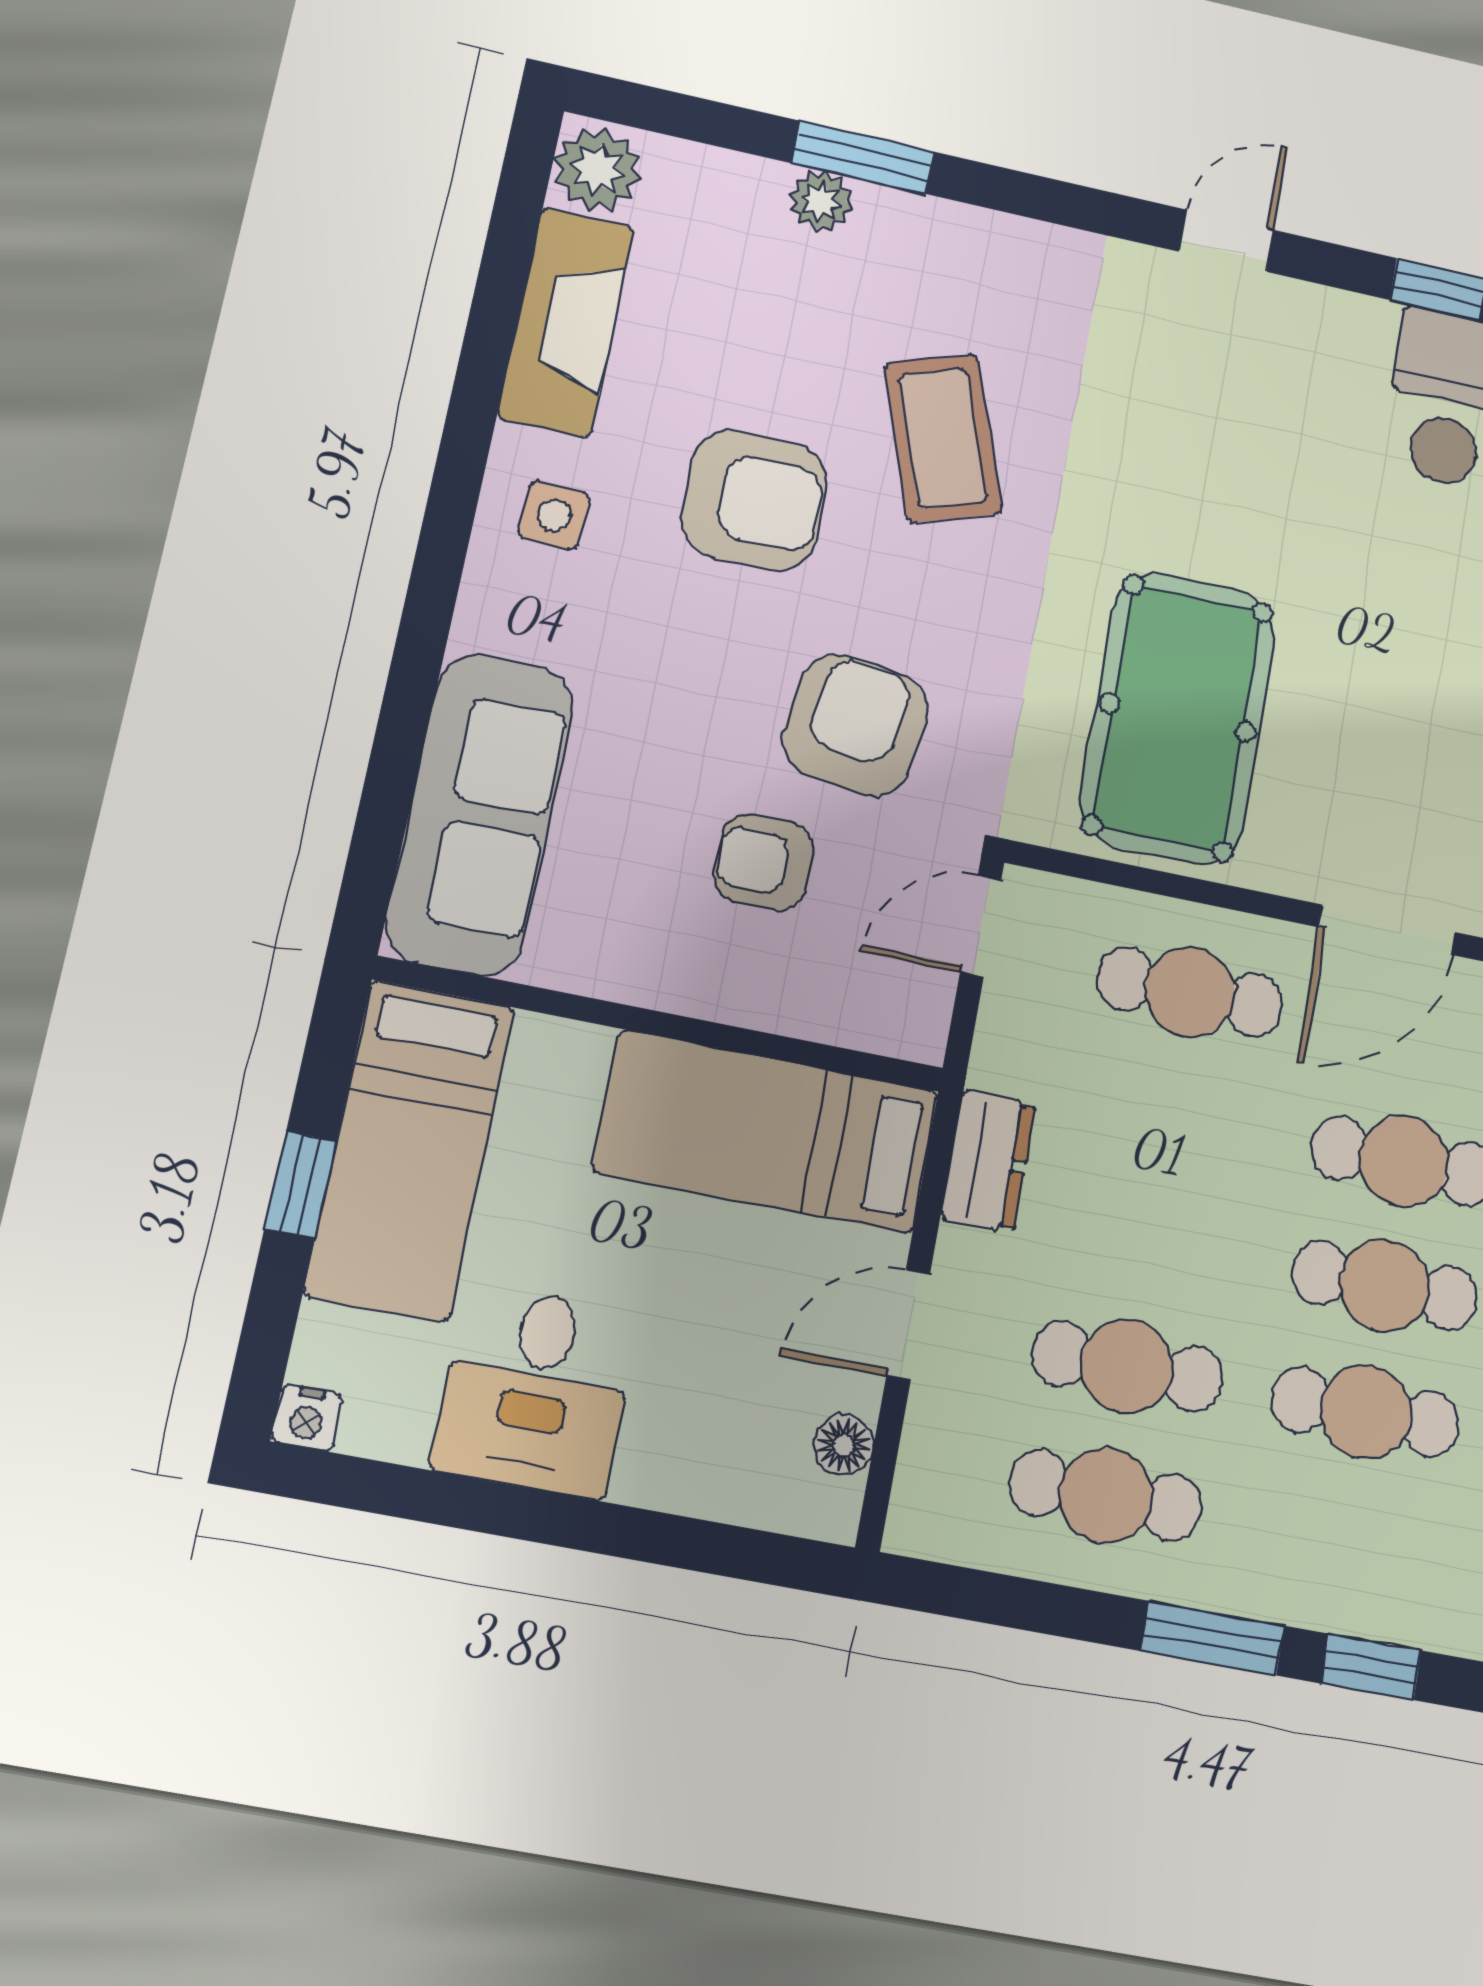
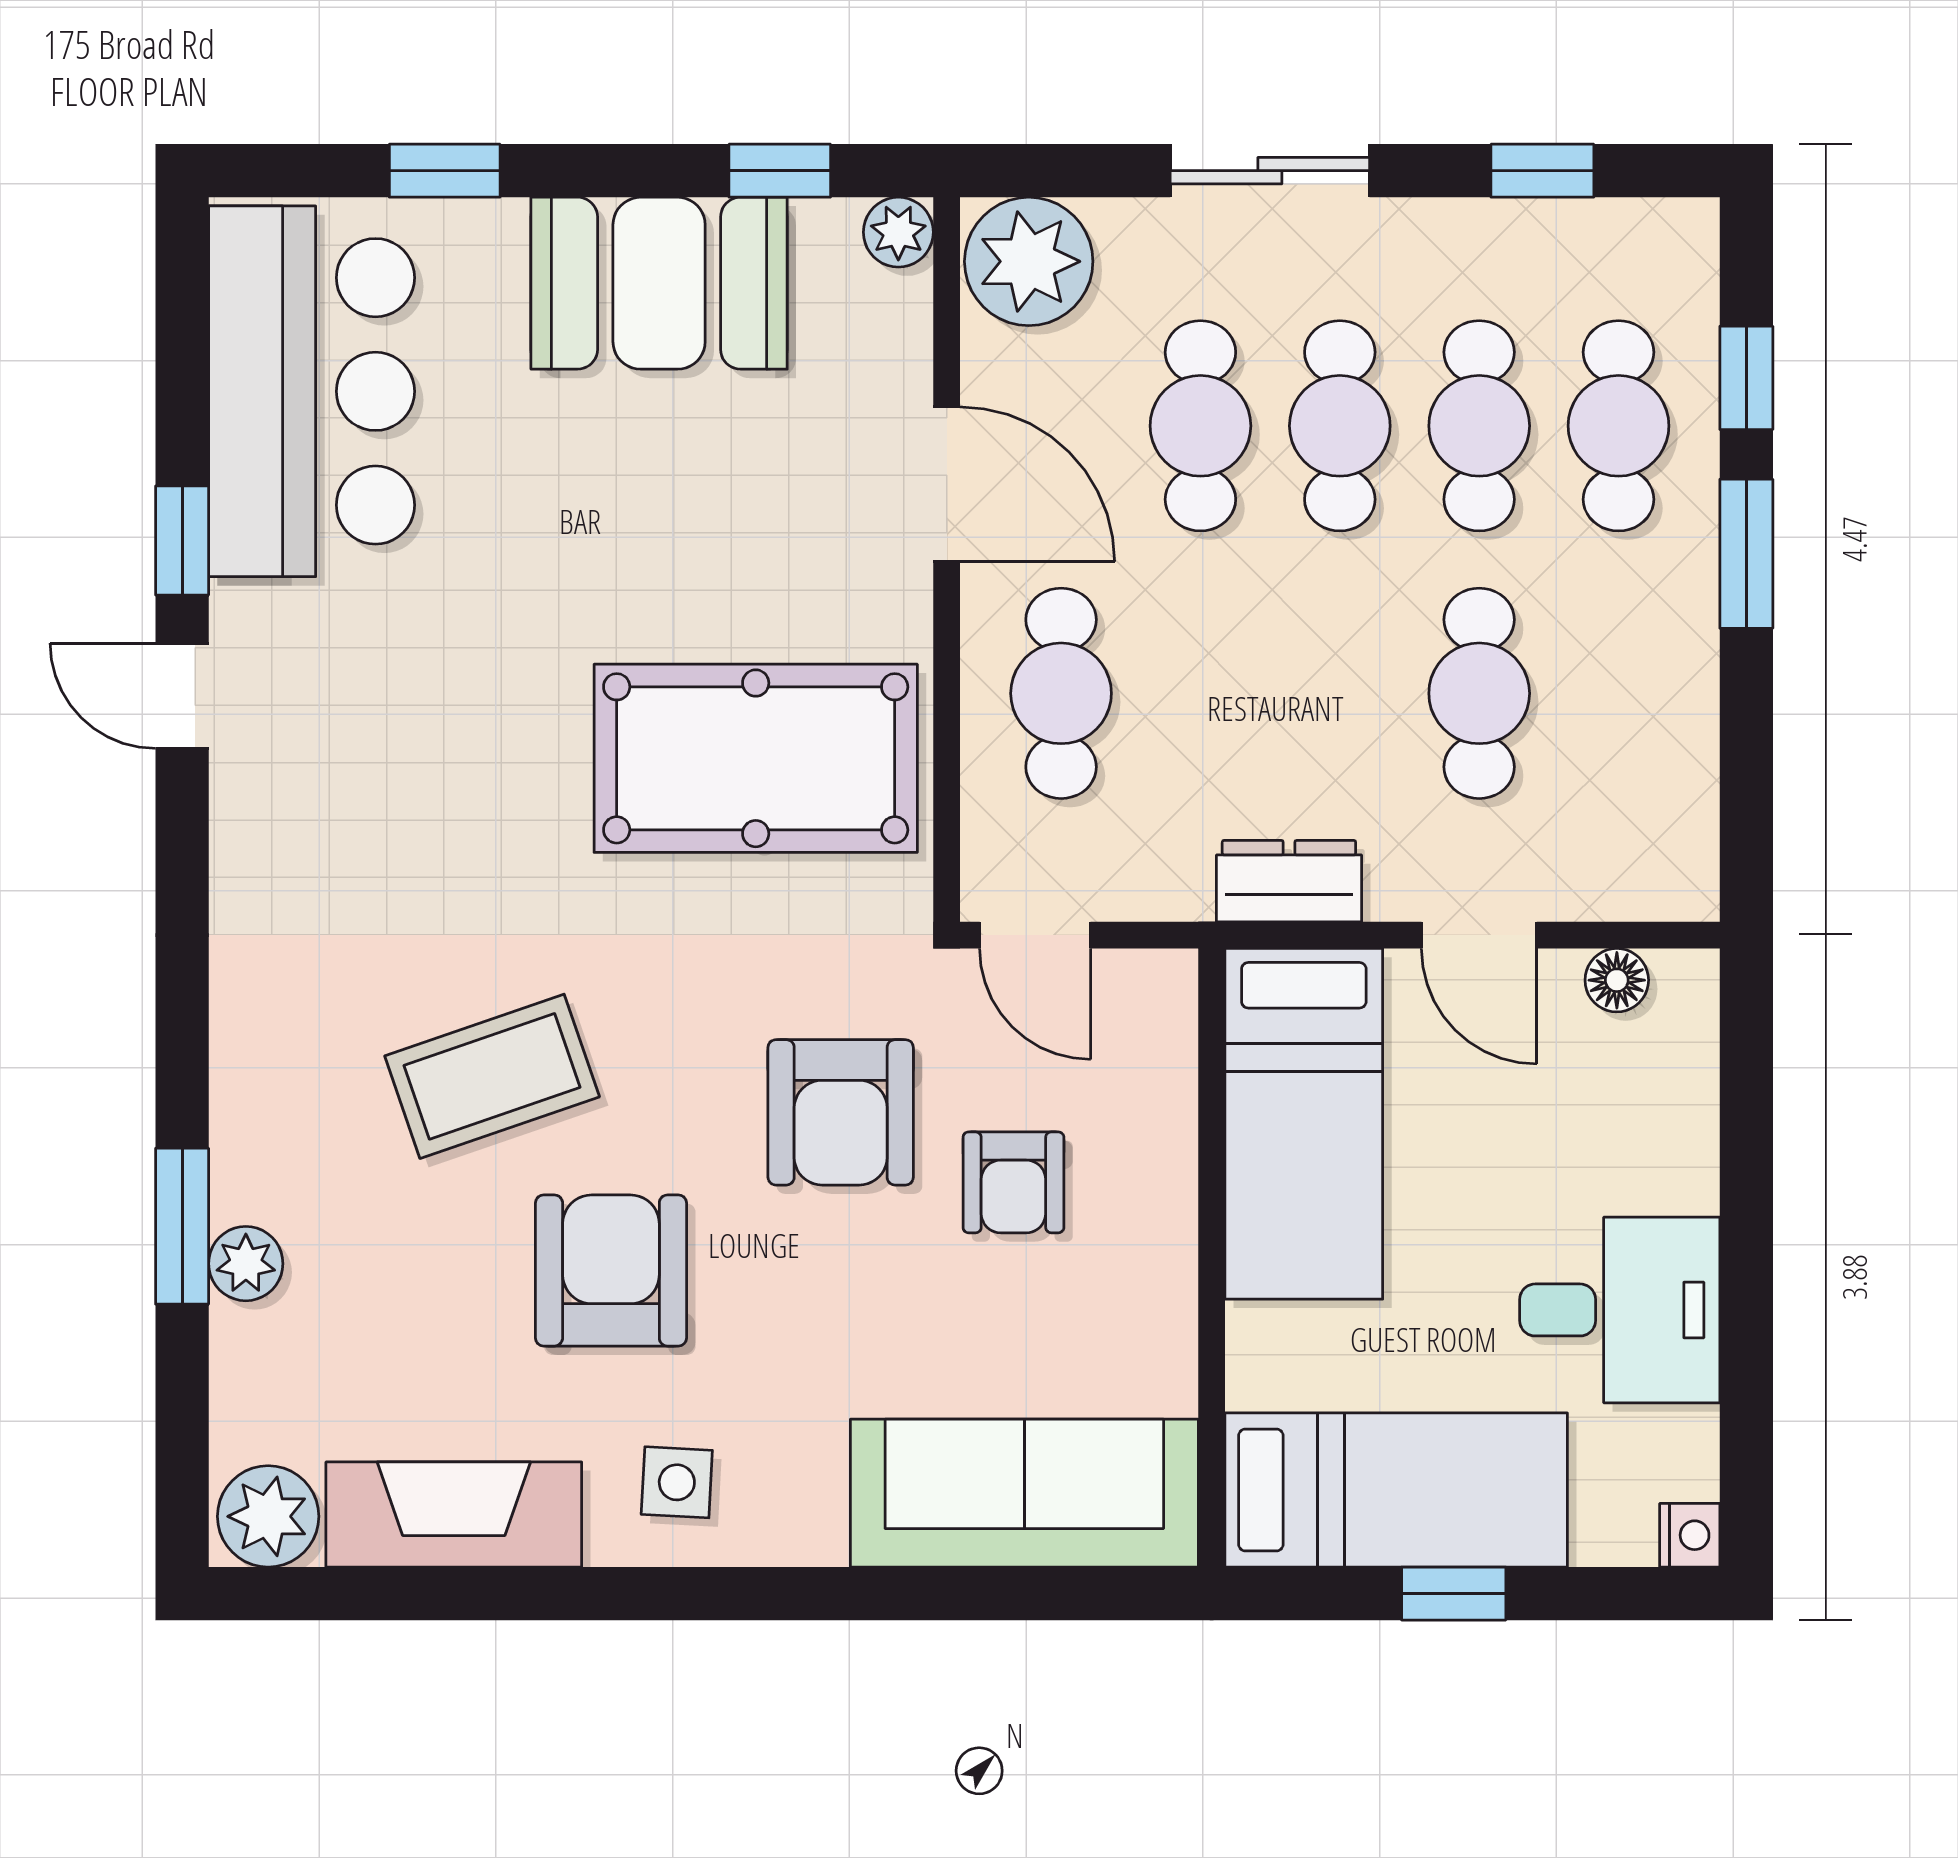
door: (1226, 241) -> (182, 696), moved
armchair: (855, 725) -> (841, 1112), turned -98
cafe table: (1106, 1495) -> (1619, 426), moved

